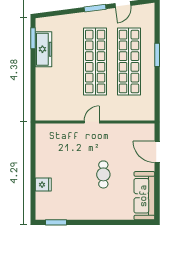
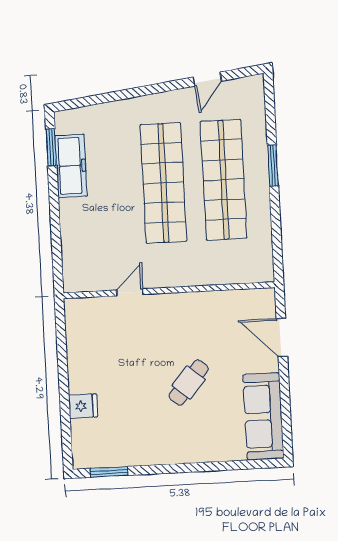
window: (95, 8) -> (158, 88), removed
door: (92, 122) -> (130, 292), moved
cafe table: (103, 174) -> (189, 383), turned 40

